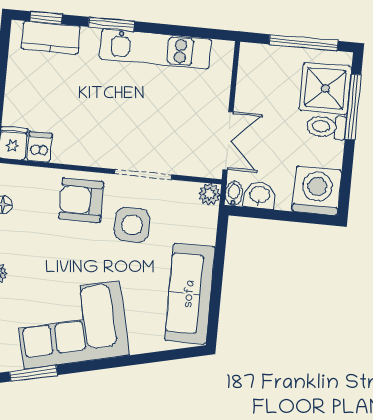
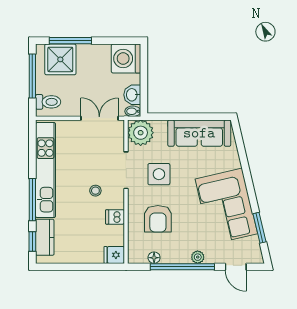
window: (111, 24) -> (32, 200), width x1.44
kitchen unit: (155, 49) -> (46, 170), width x1.36
stool: (116, 124) -> (95, 191), added
toilet: (326, 127) -> (48, 102), moved, turned -90
dishwasher: (40, 147) -> (115, 217), moved
plant: (210, 194) -> (141, 133), width x1.87, depth x1.87
armchair: (81, 200) -> (158, 219), moved

